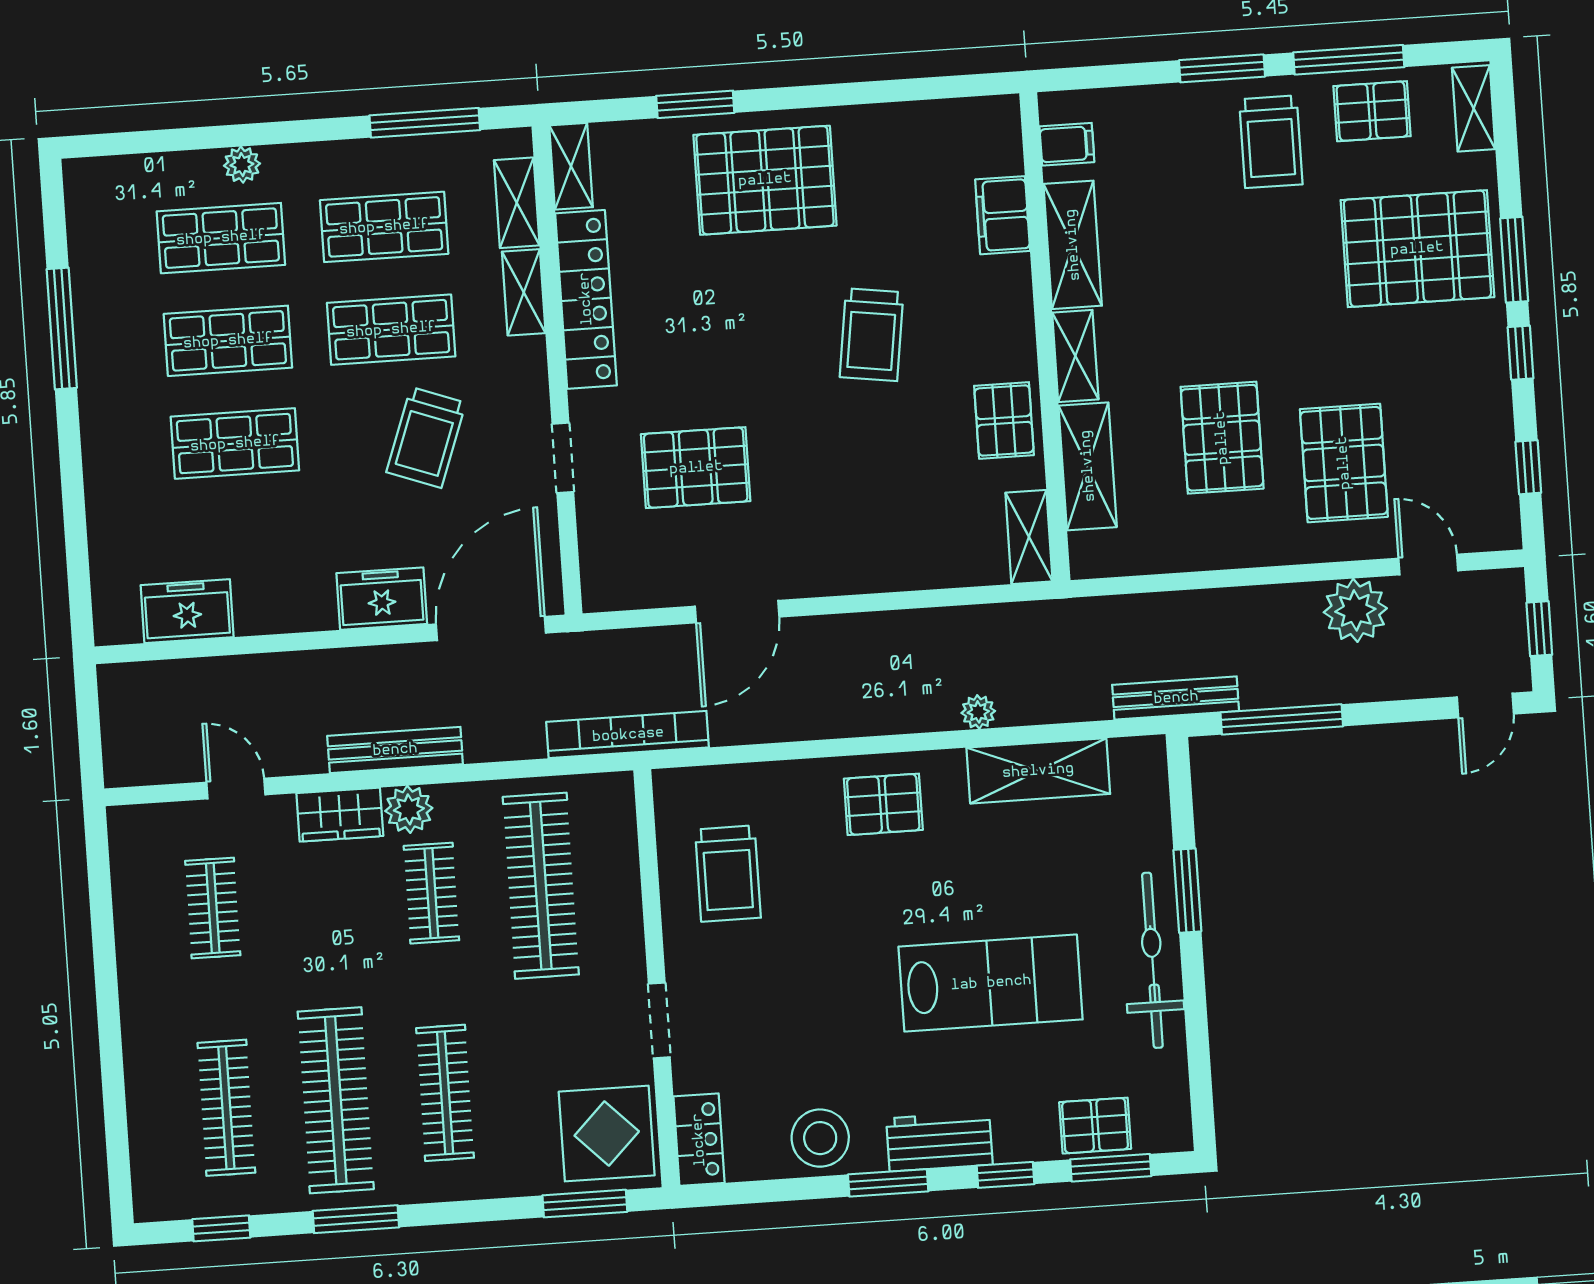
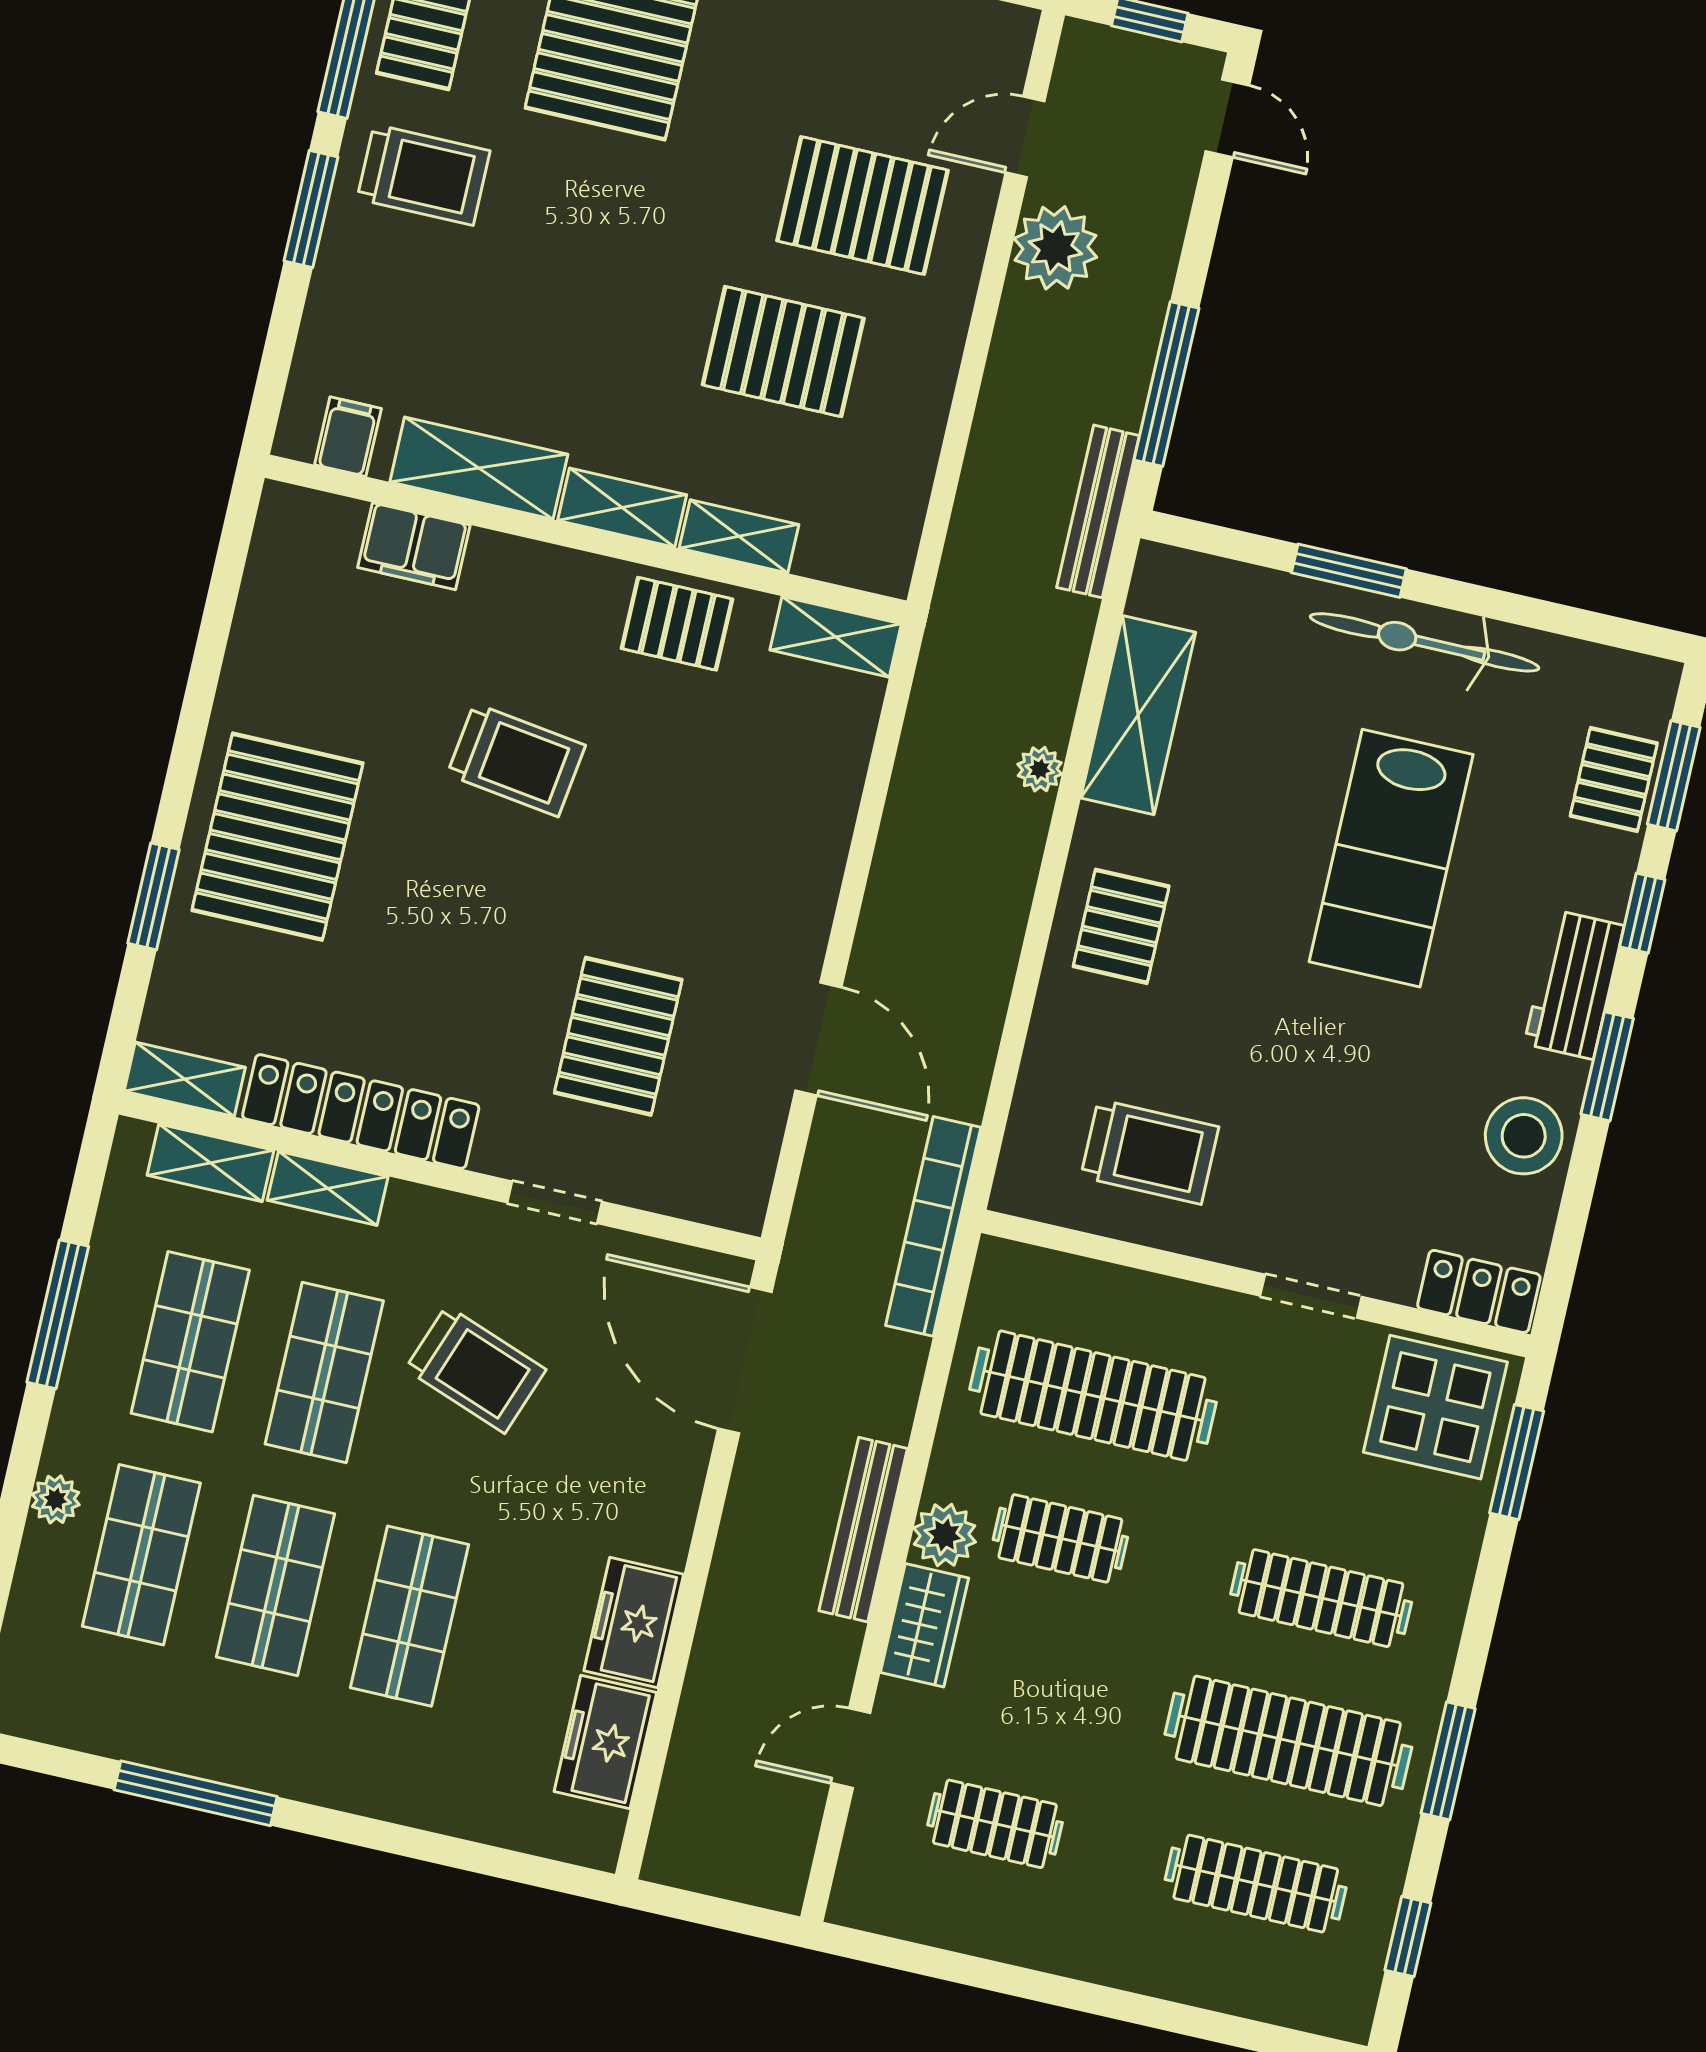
window: (425, 123) -> (58, 1314), moved
shelving: (1088, 466) -> (739, 536), width x0.67, depth x0.75
freezer: (382, 599) -> (634, 1622), moved
lab bench: (991, 983) -> (1391, 858), turned 180

